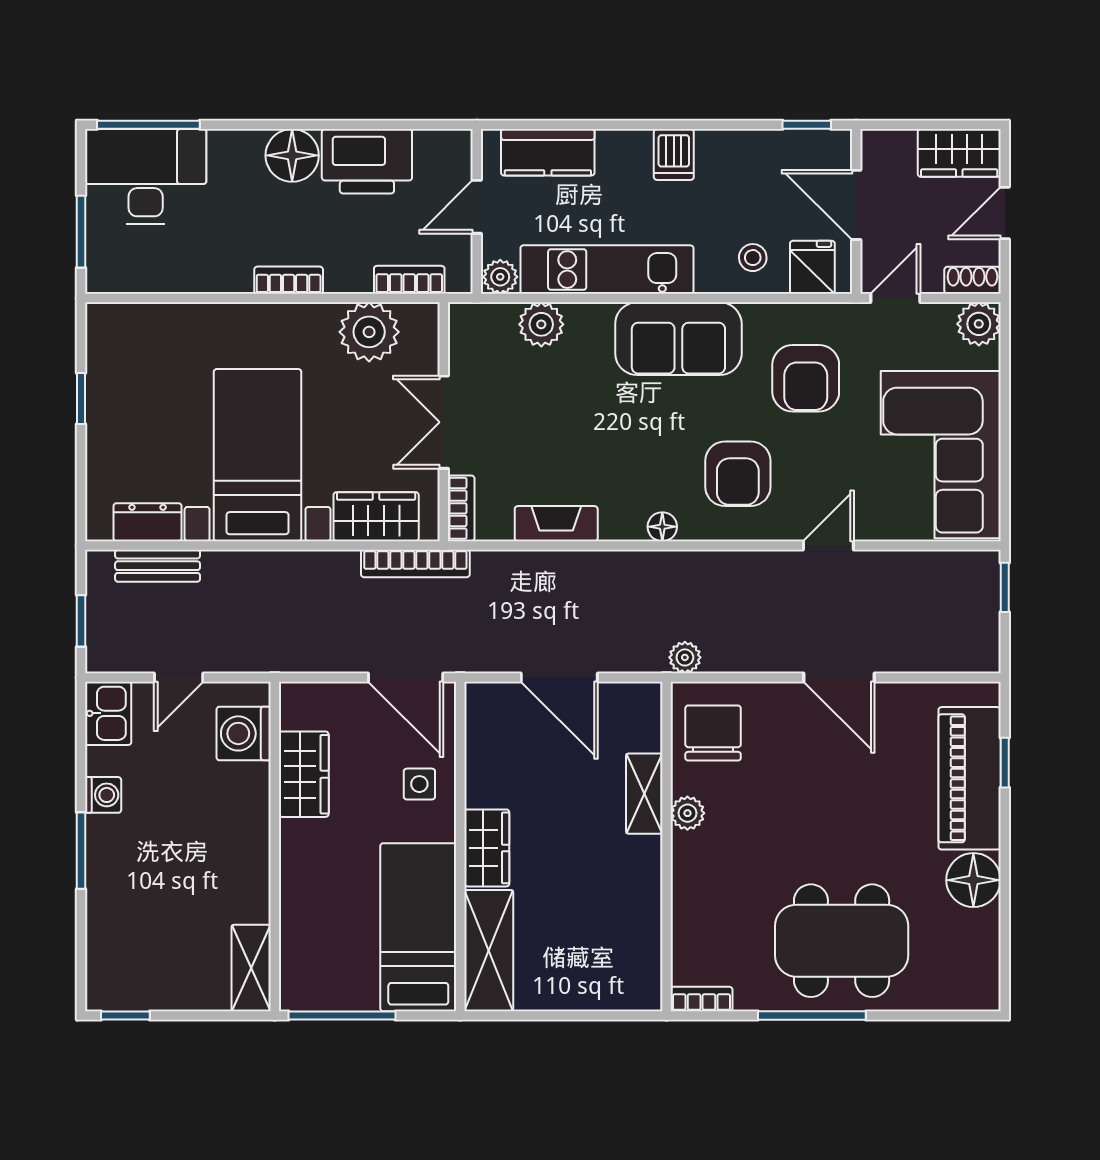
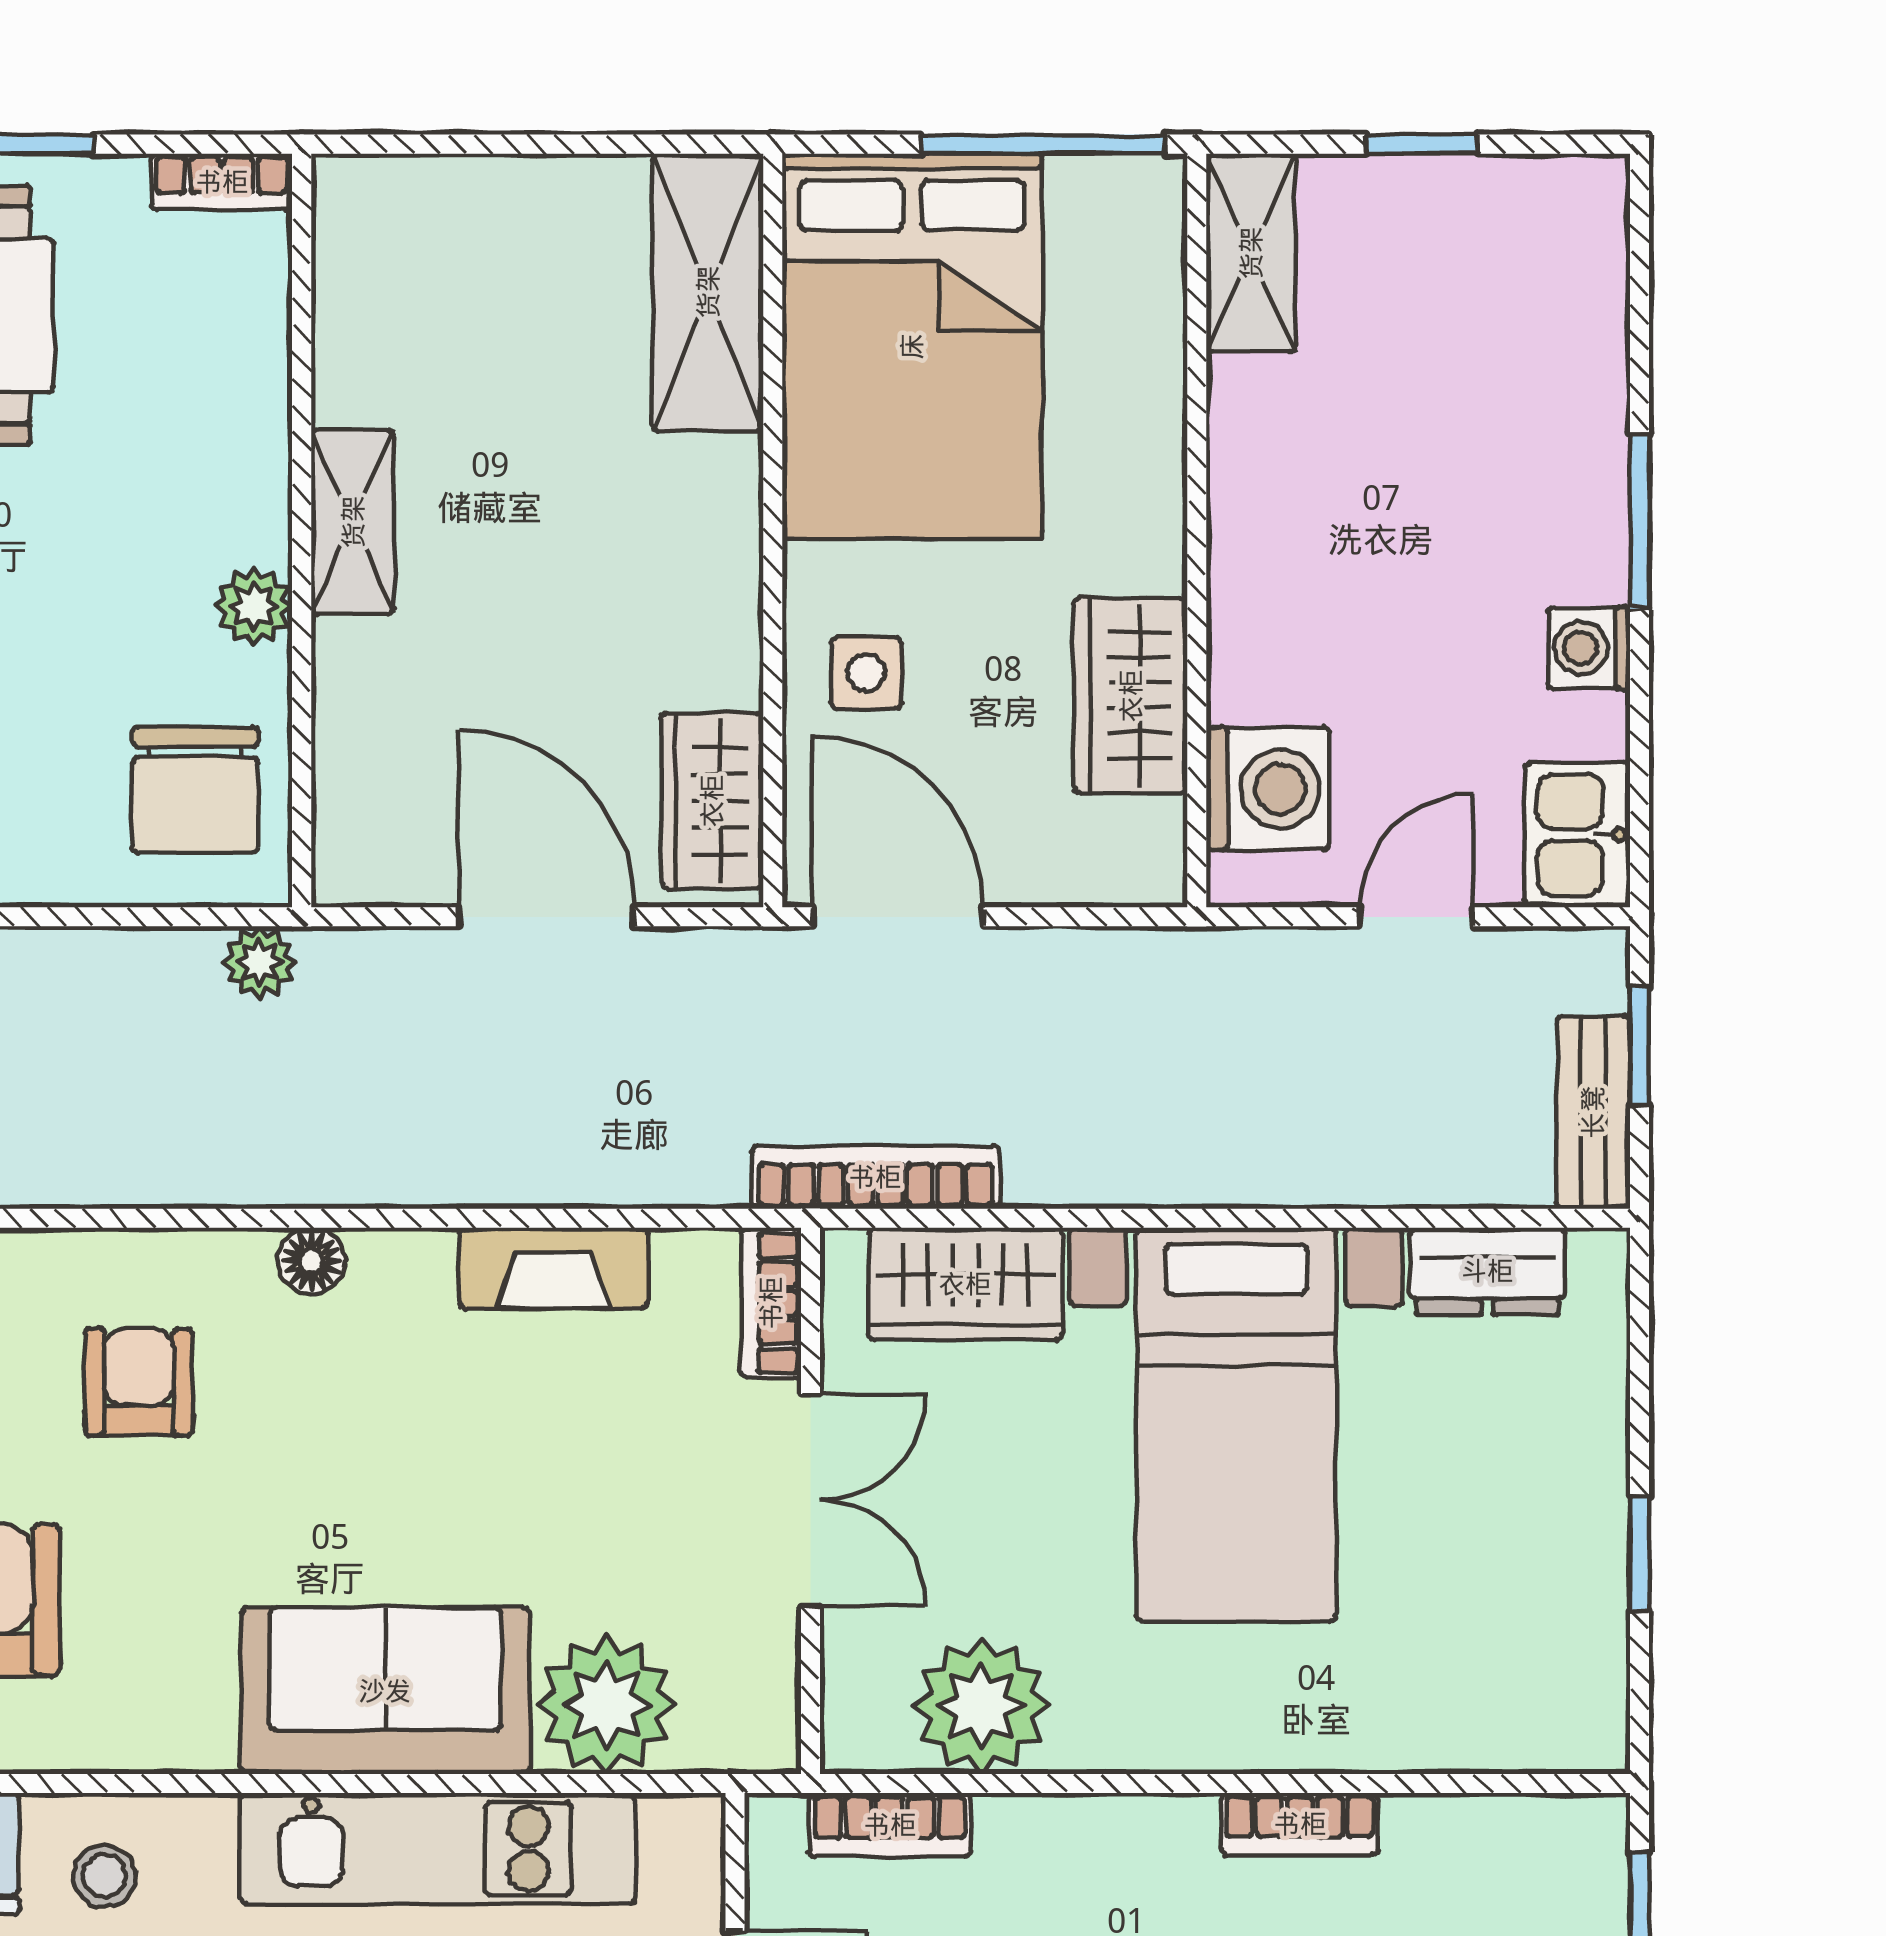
plant: (500, 277) -> (682, 1832), removed
bookcase: (289, 280) -> (1300, 1824), moved
plant: (541, 324) -> (606, 1705), width x1.36, depth x1.36
sofa: (678, 339) -> (385, 1691), moved
armchair: (738, 474) -> (139, 1382), width x0.72, depth x0.72
bench: (158, 566) -> (1593, 1112), moved, turned 90
shelving: (644, 794) -> (353, 522), moved
wardrobe: (487, 848) -> (712, 801), moved
bed: (418, 927) -> (912, 346), width x1.50
window: (125, 1016) -> (1421, 144), moved

